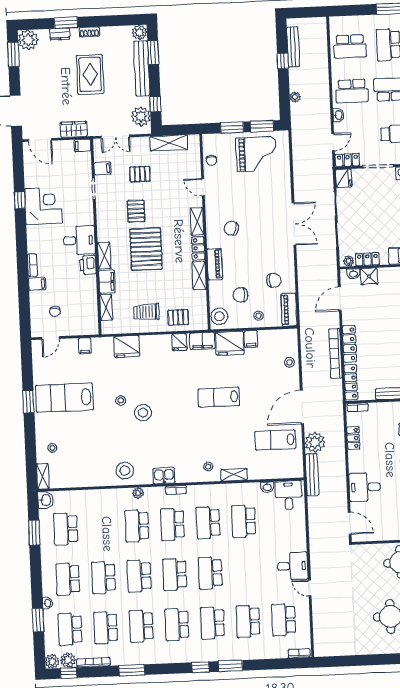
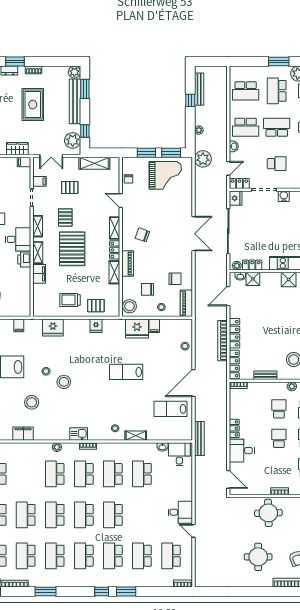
shelving: (106, 307) -> (38, 226), moved
filing cabinet: (202, 341) -> (23, 434), moved, turned 180
locker: (353, 438) -> (234, 428), moved
plant: (315, 442) -> (203, 159), moved
stool: (125, 471) -> (32, 402), moved

